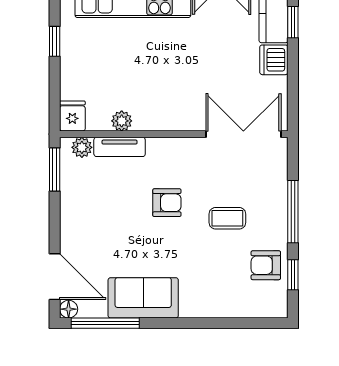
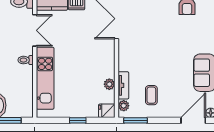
window: (55, 41) -> (78, 120), moved
armchair: (167, 203) -> (153, 60), removed
coffee table: (227, 218) -> (151, 95), moved

